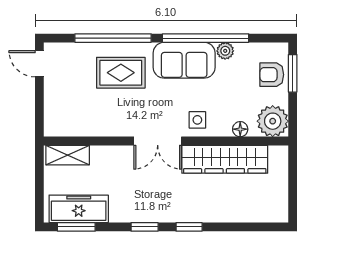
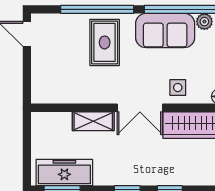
rug: (121, 73) -> (105, 42), turned 90
shelving: (68, 155) -> (93, 121), moved

